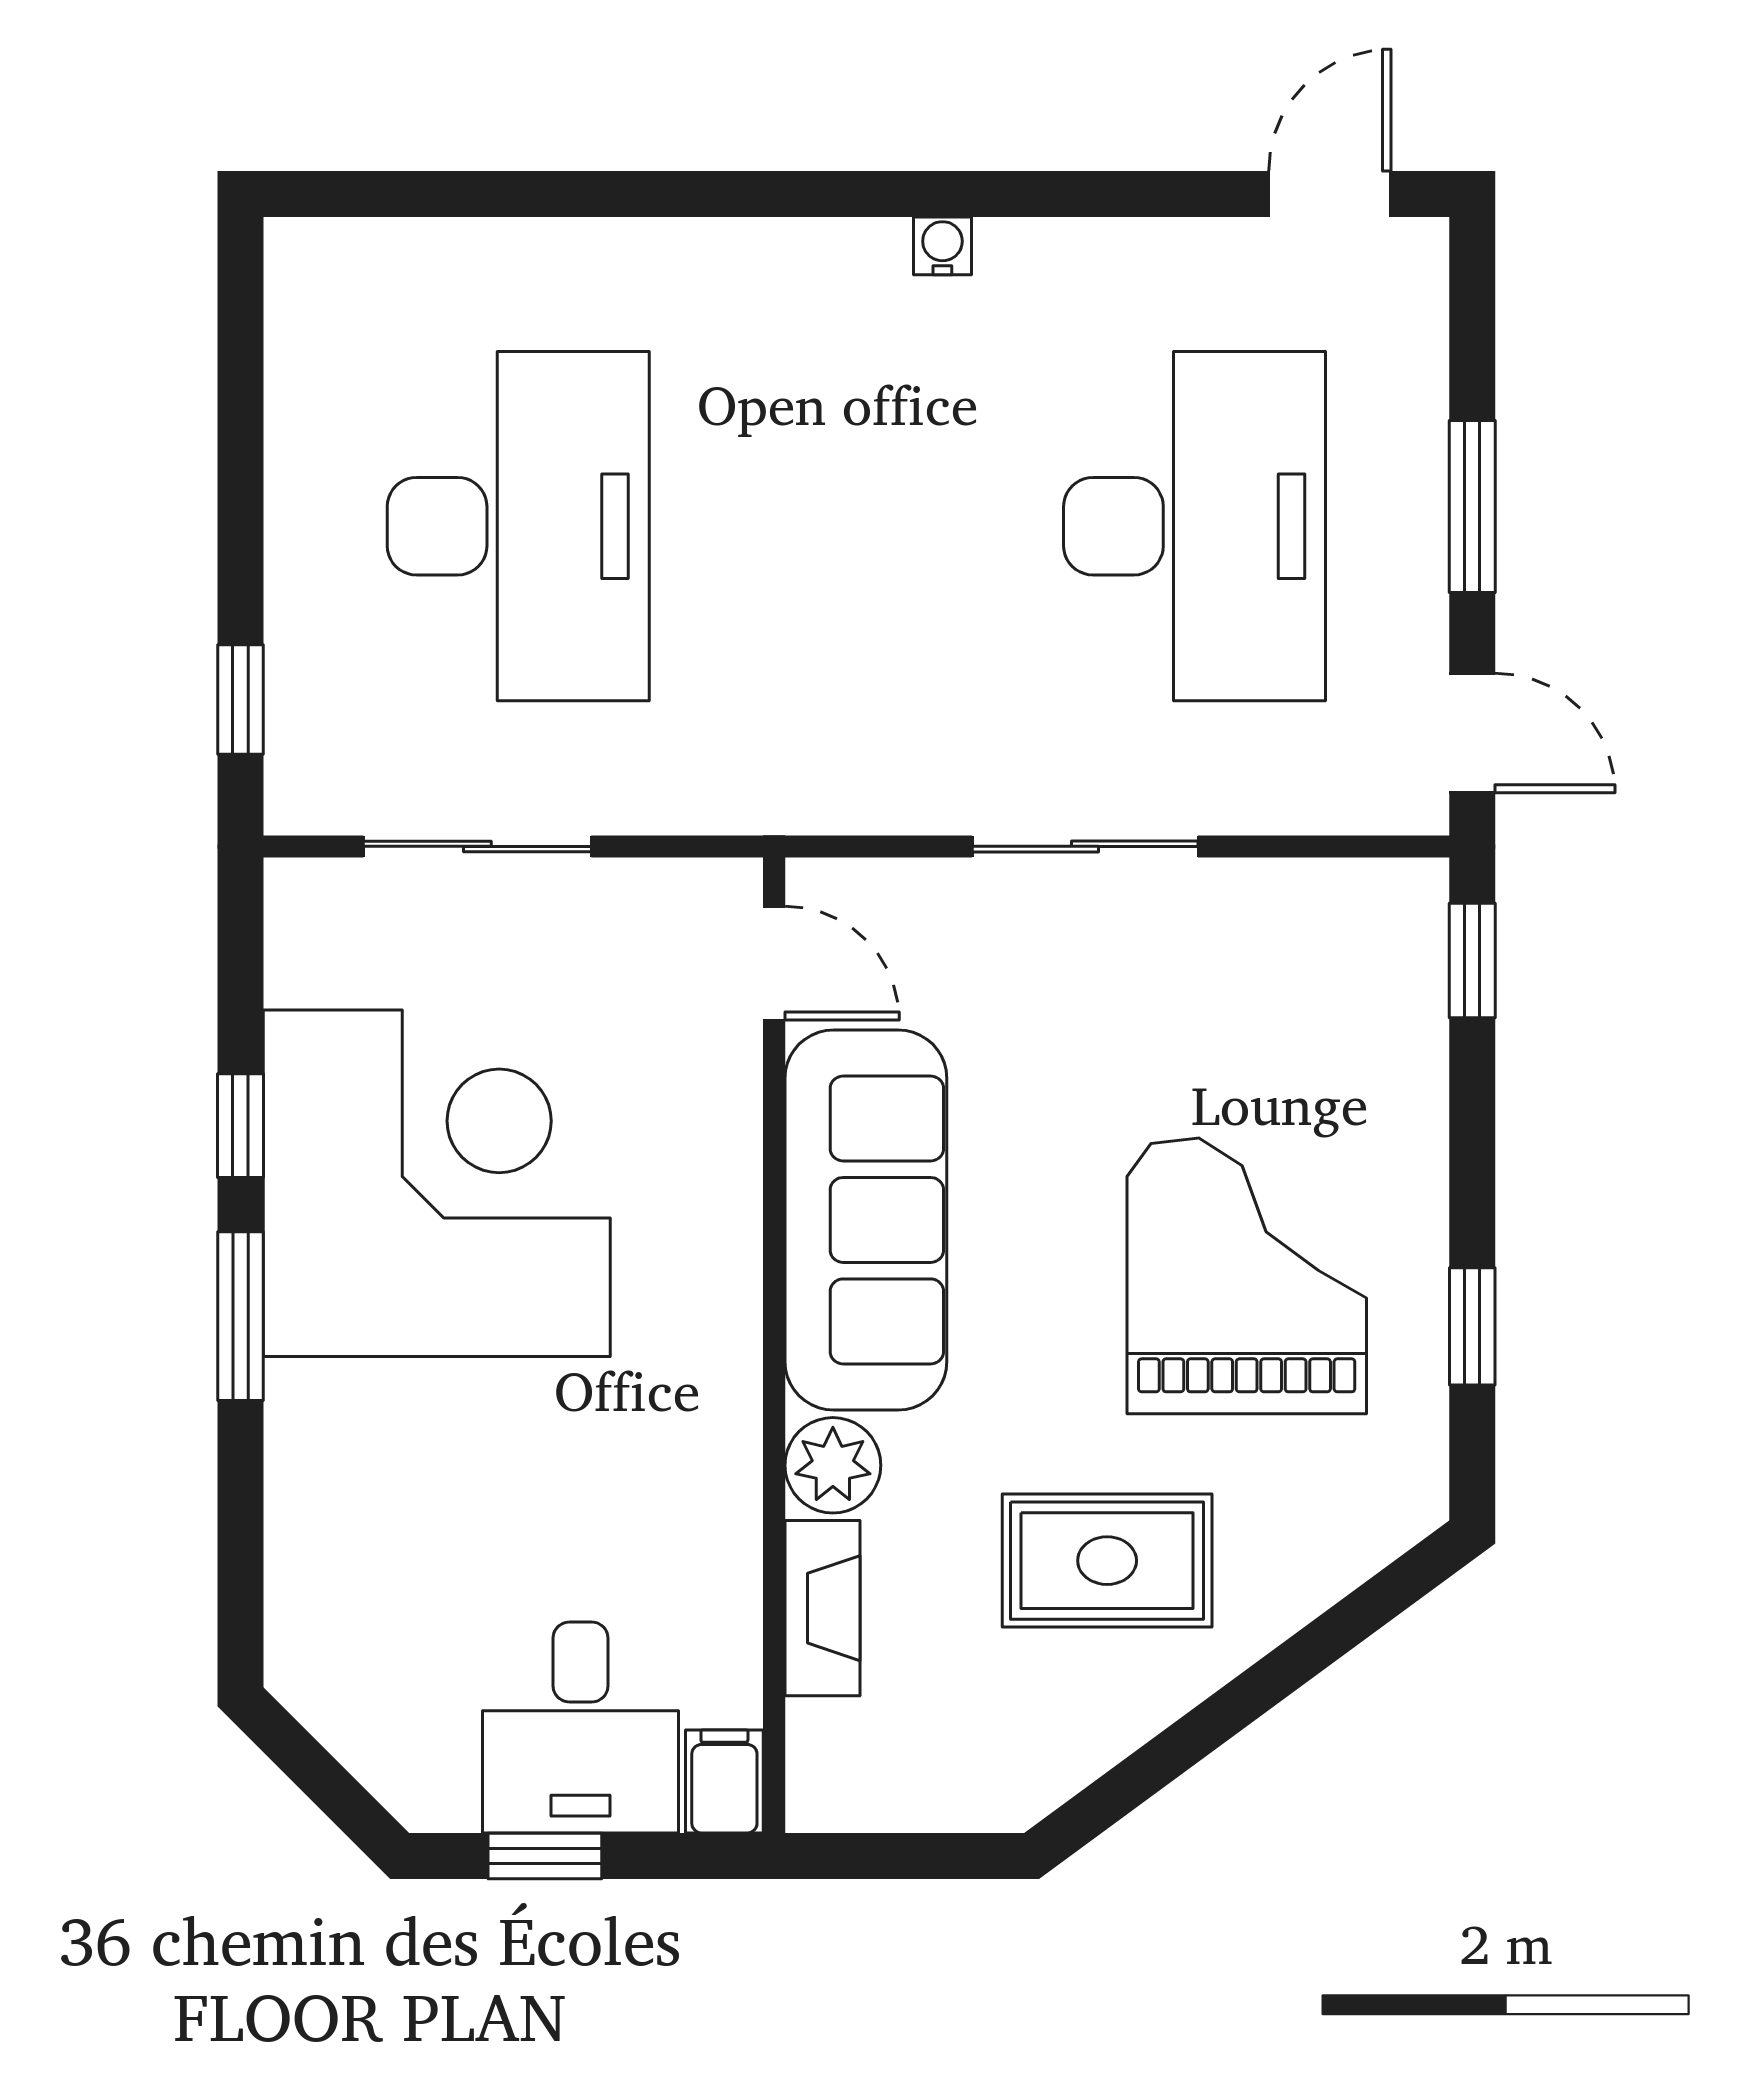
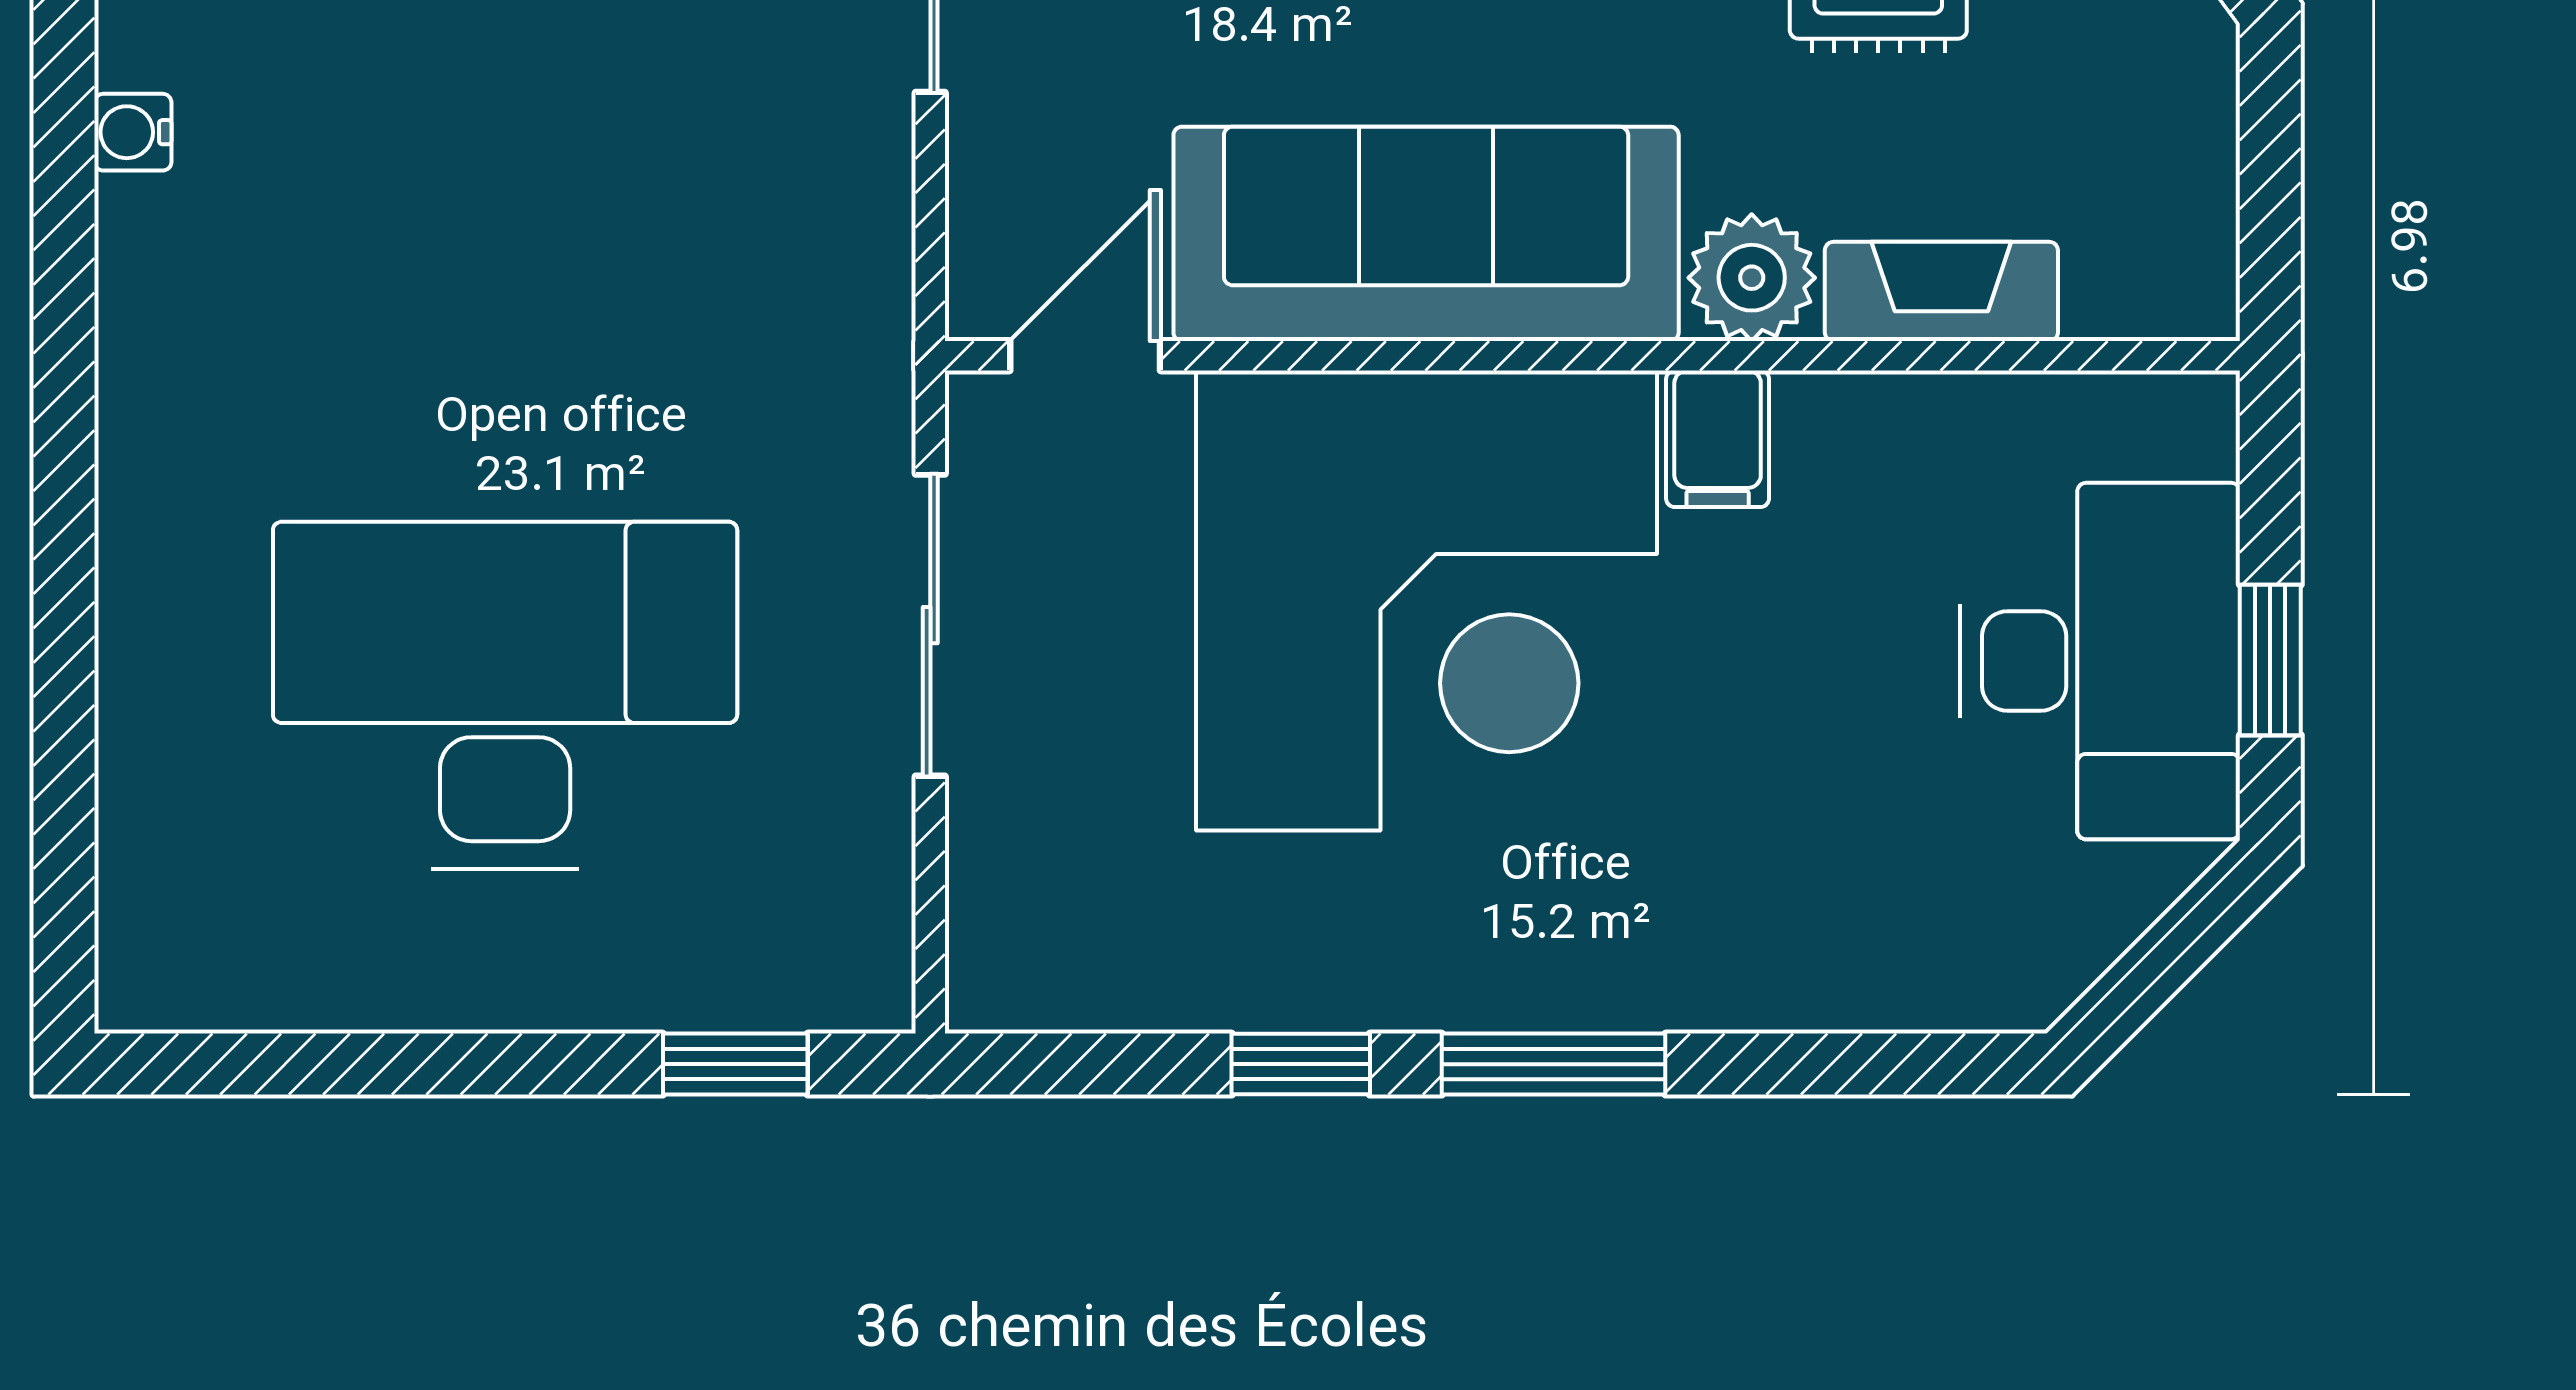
sliding door: (477, 846) -> (930, 625), moved
corner desk: (437, 1183) -> (1426, 600), moved, turned 180
desk: (581, 1727) -> (2100, 661), width x1.37
filing cabinet: (724, 1781) -> (1718, 439), moved, turned -90

